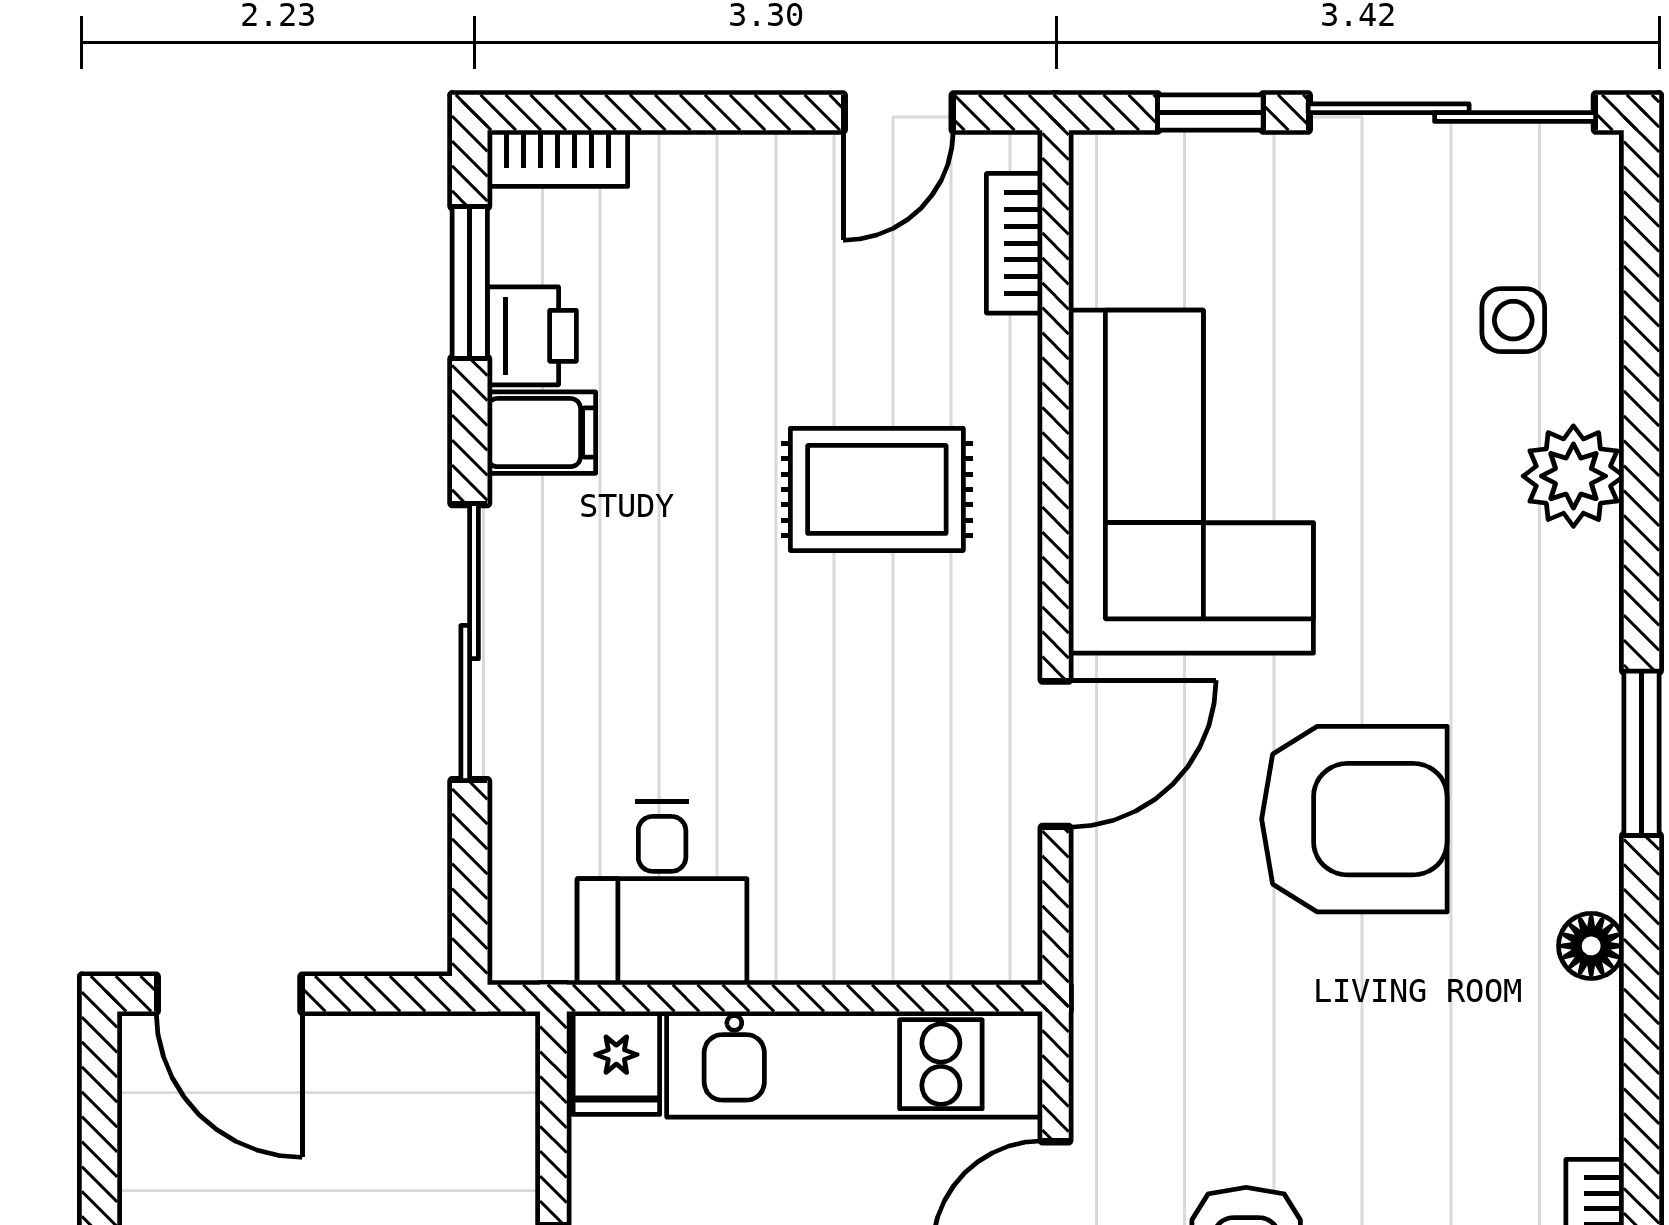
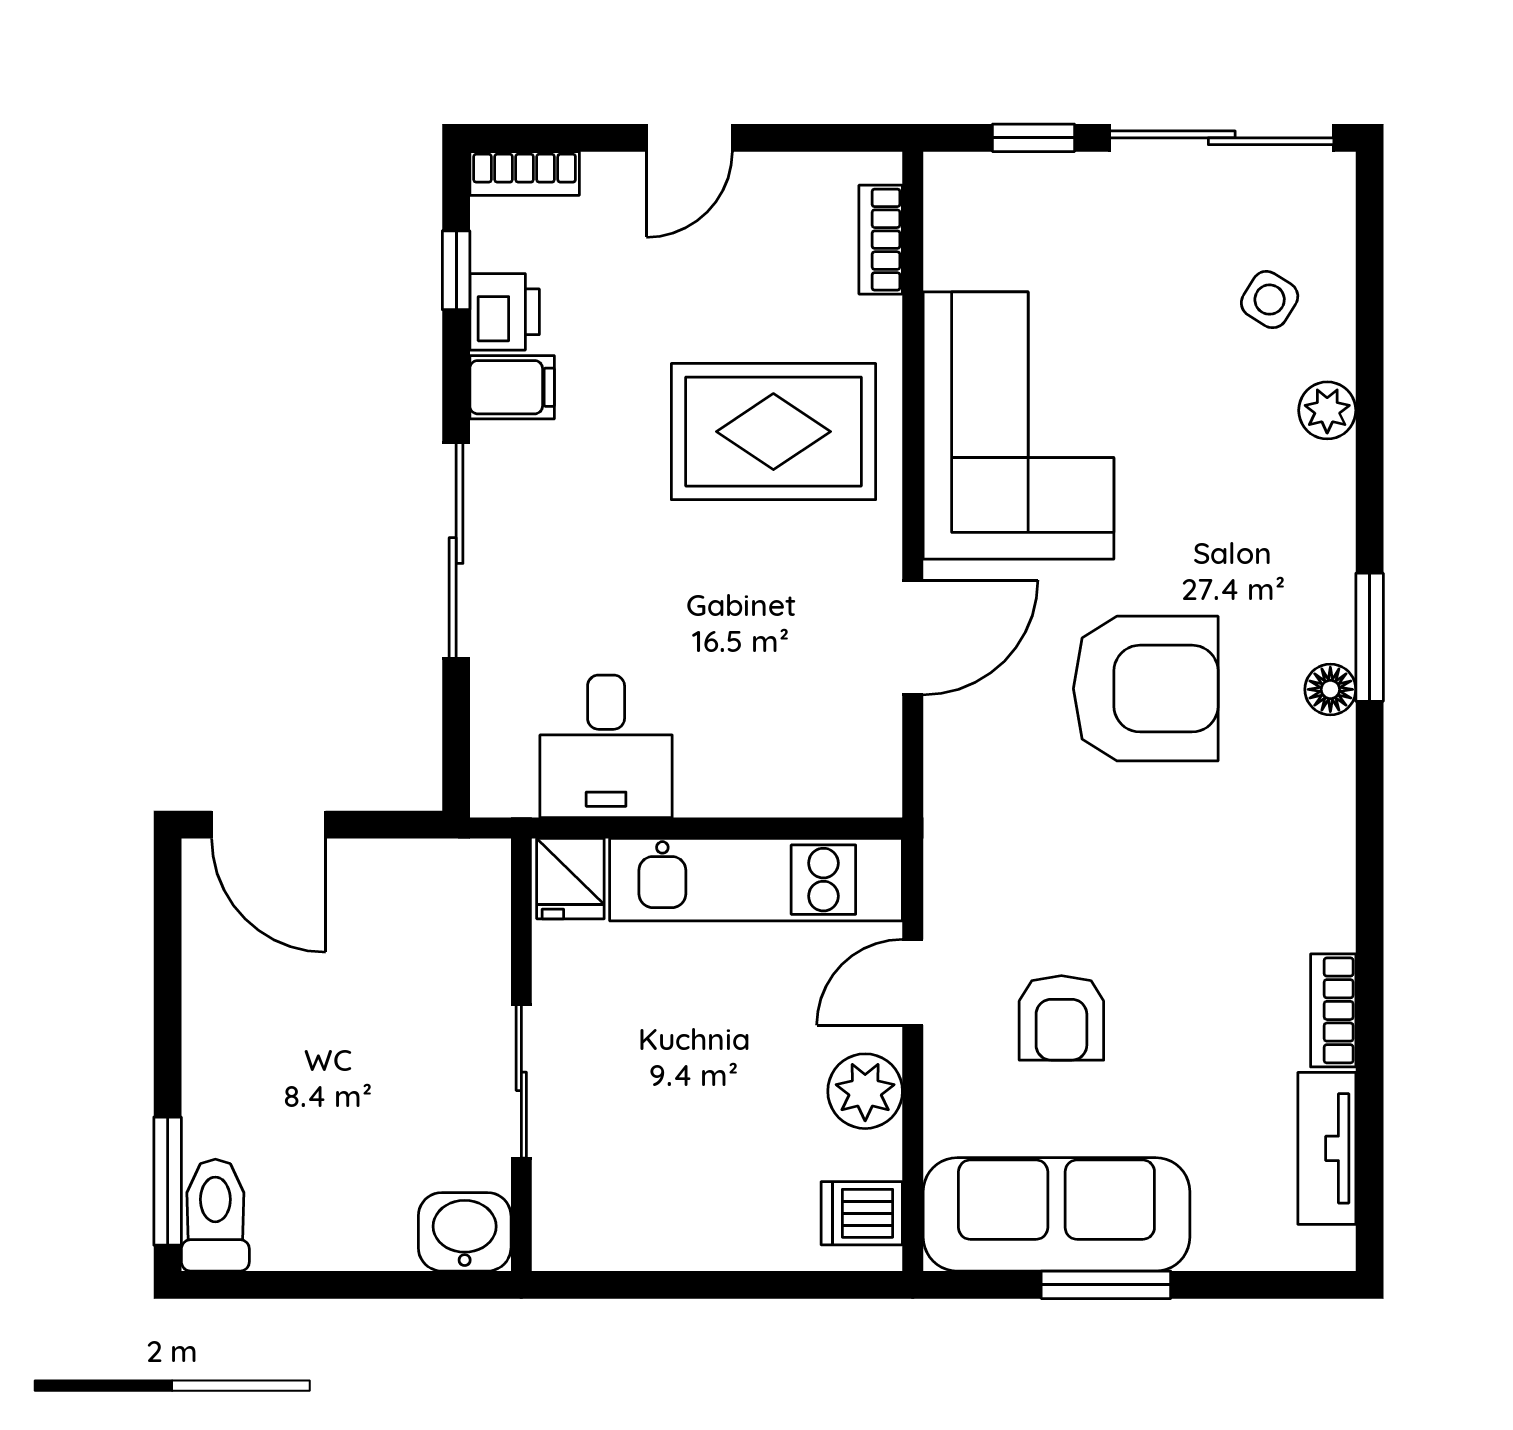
door: (898, 113) -> (689, 138), moved
window: (470, 282) -> (456, 270), width x0.67
side table: (1513, 320) -> (1270, 300), turned 32
plant: (1573, 476) -> (1327, 410), width x0.73, depth x0.73
rug: (877, 489) -> (773, 432), width x1.36, depth x1.43
floor lamp: (1591, 946) -> (1330, 689), moved

